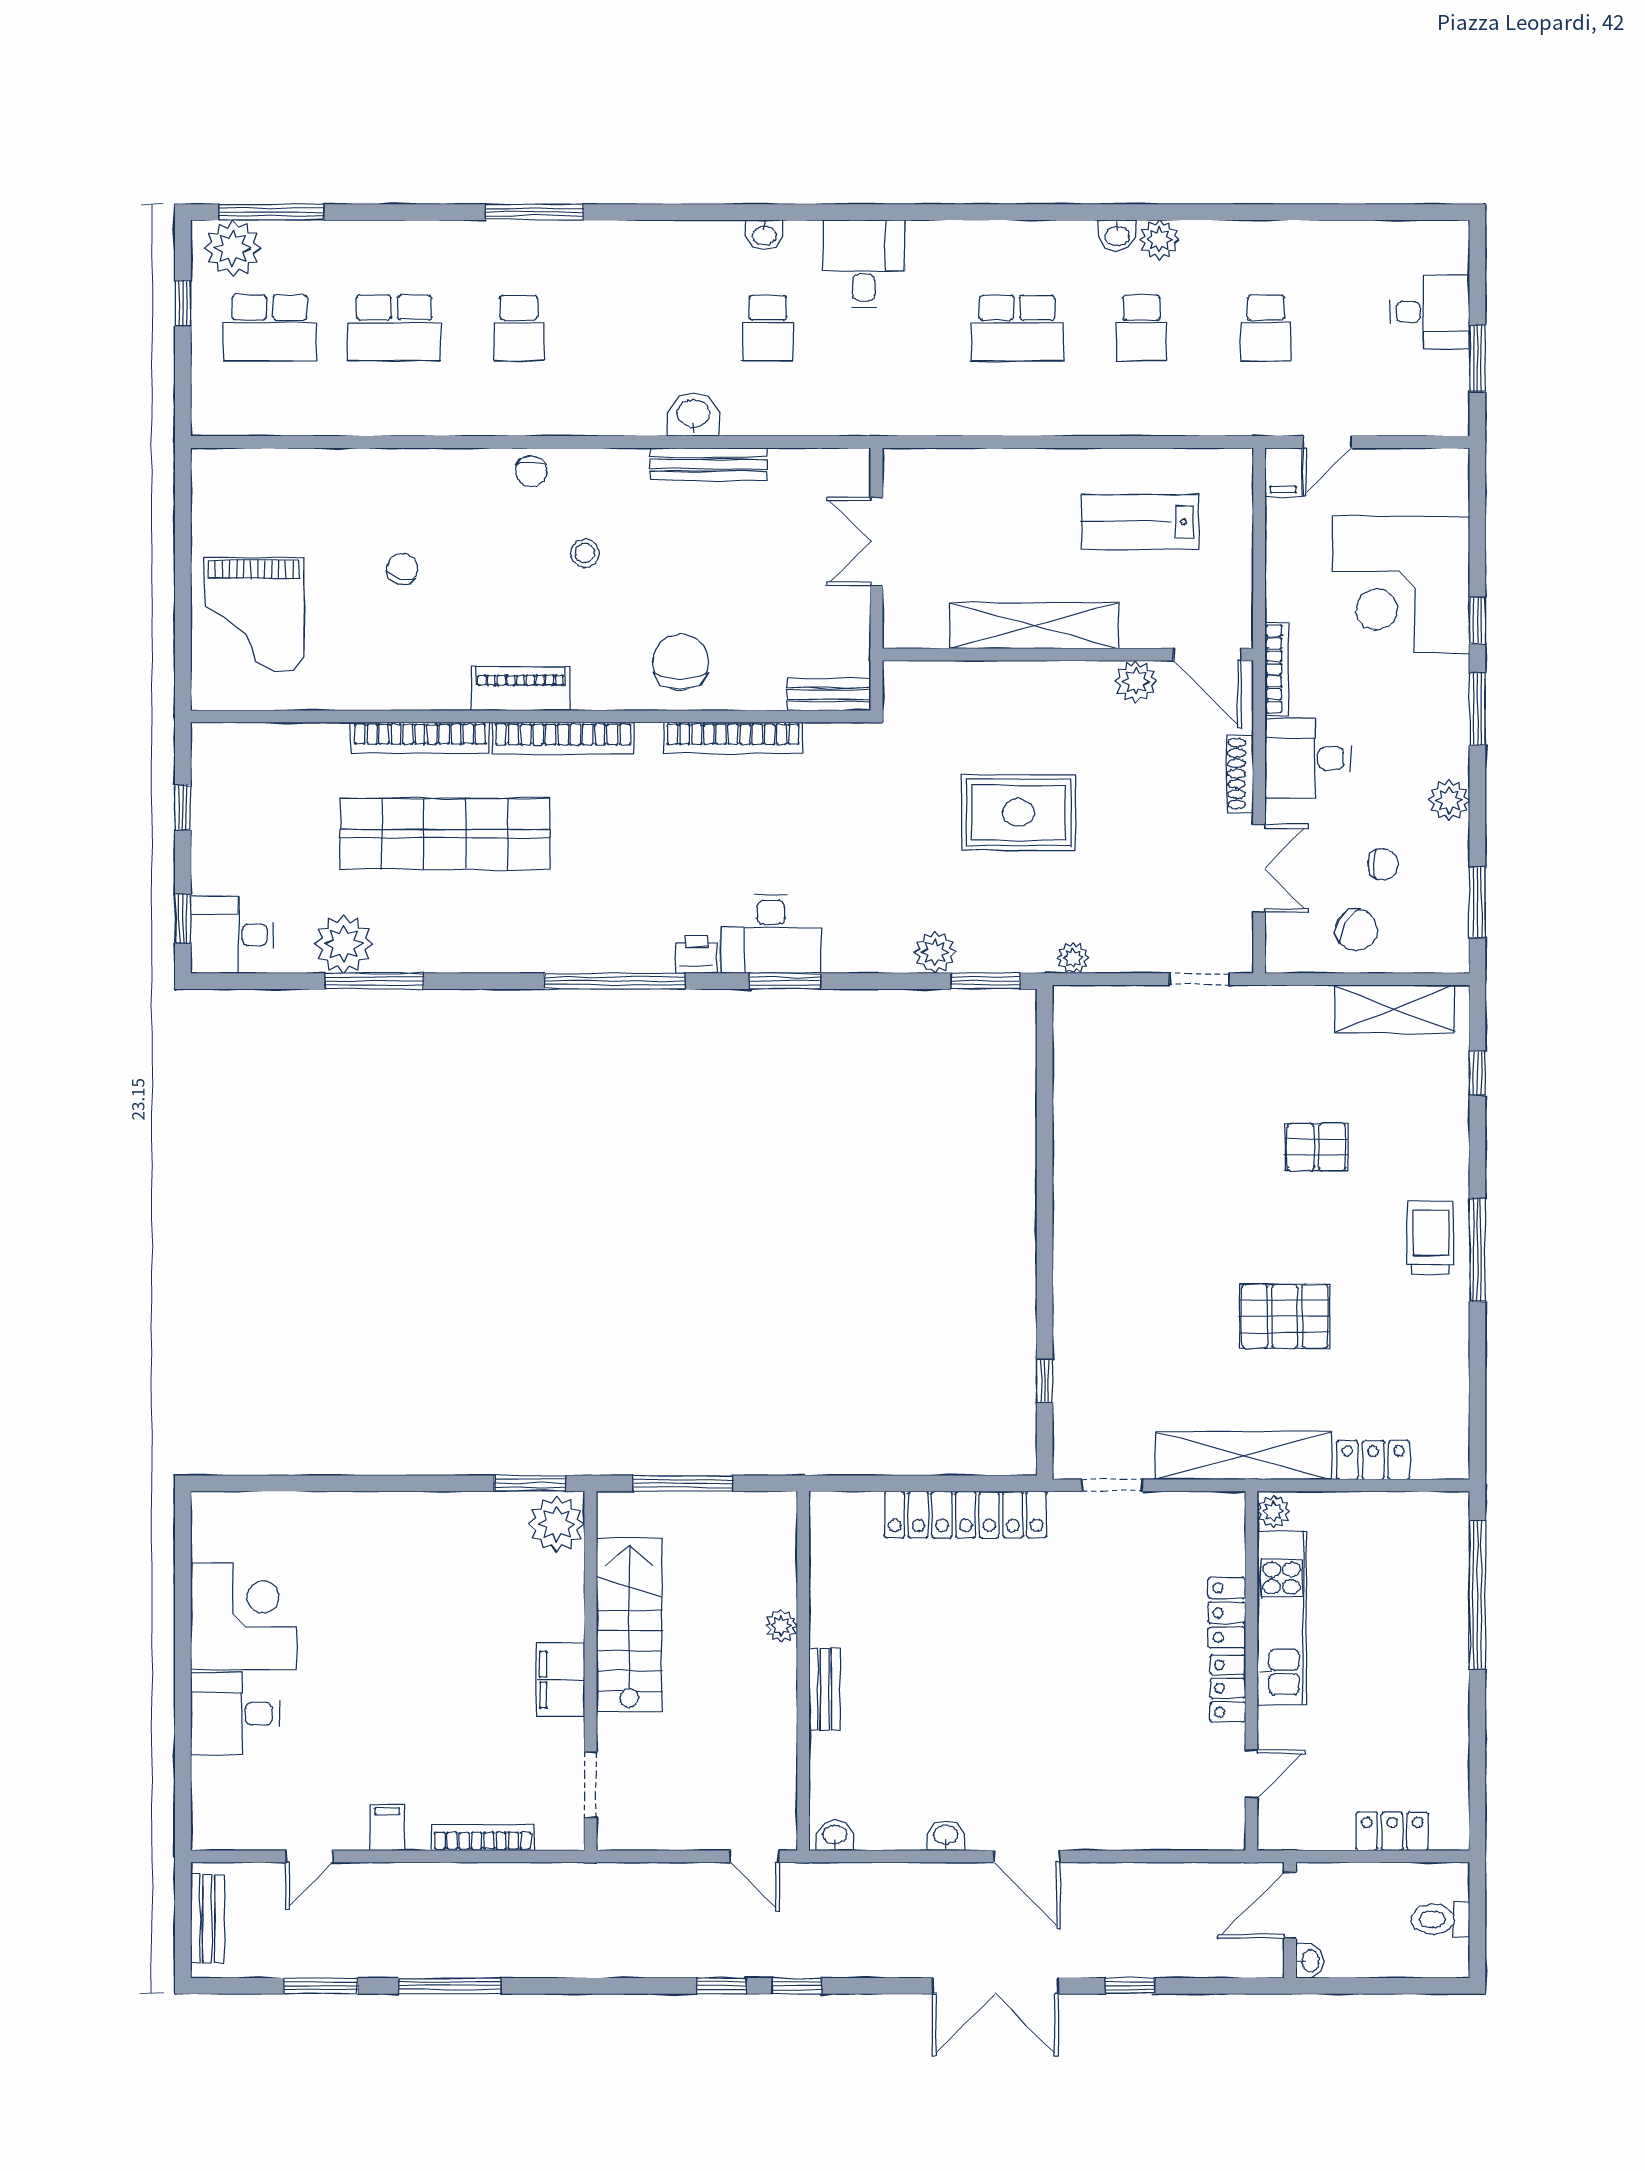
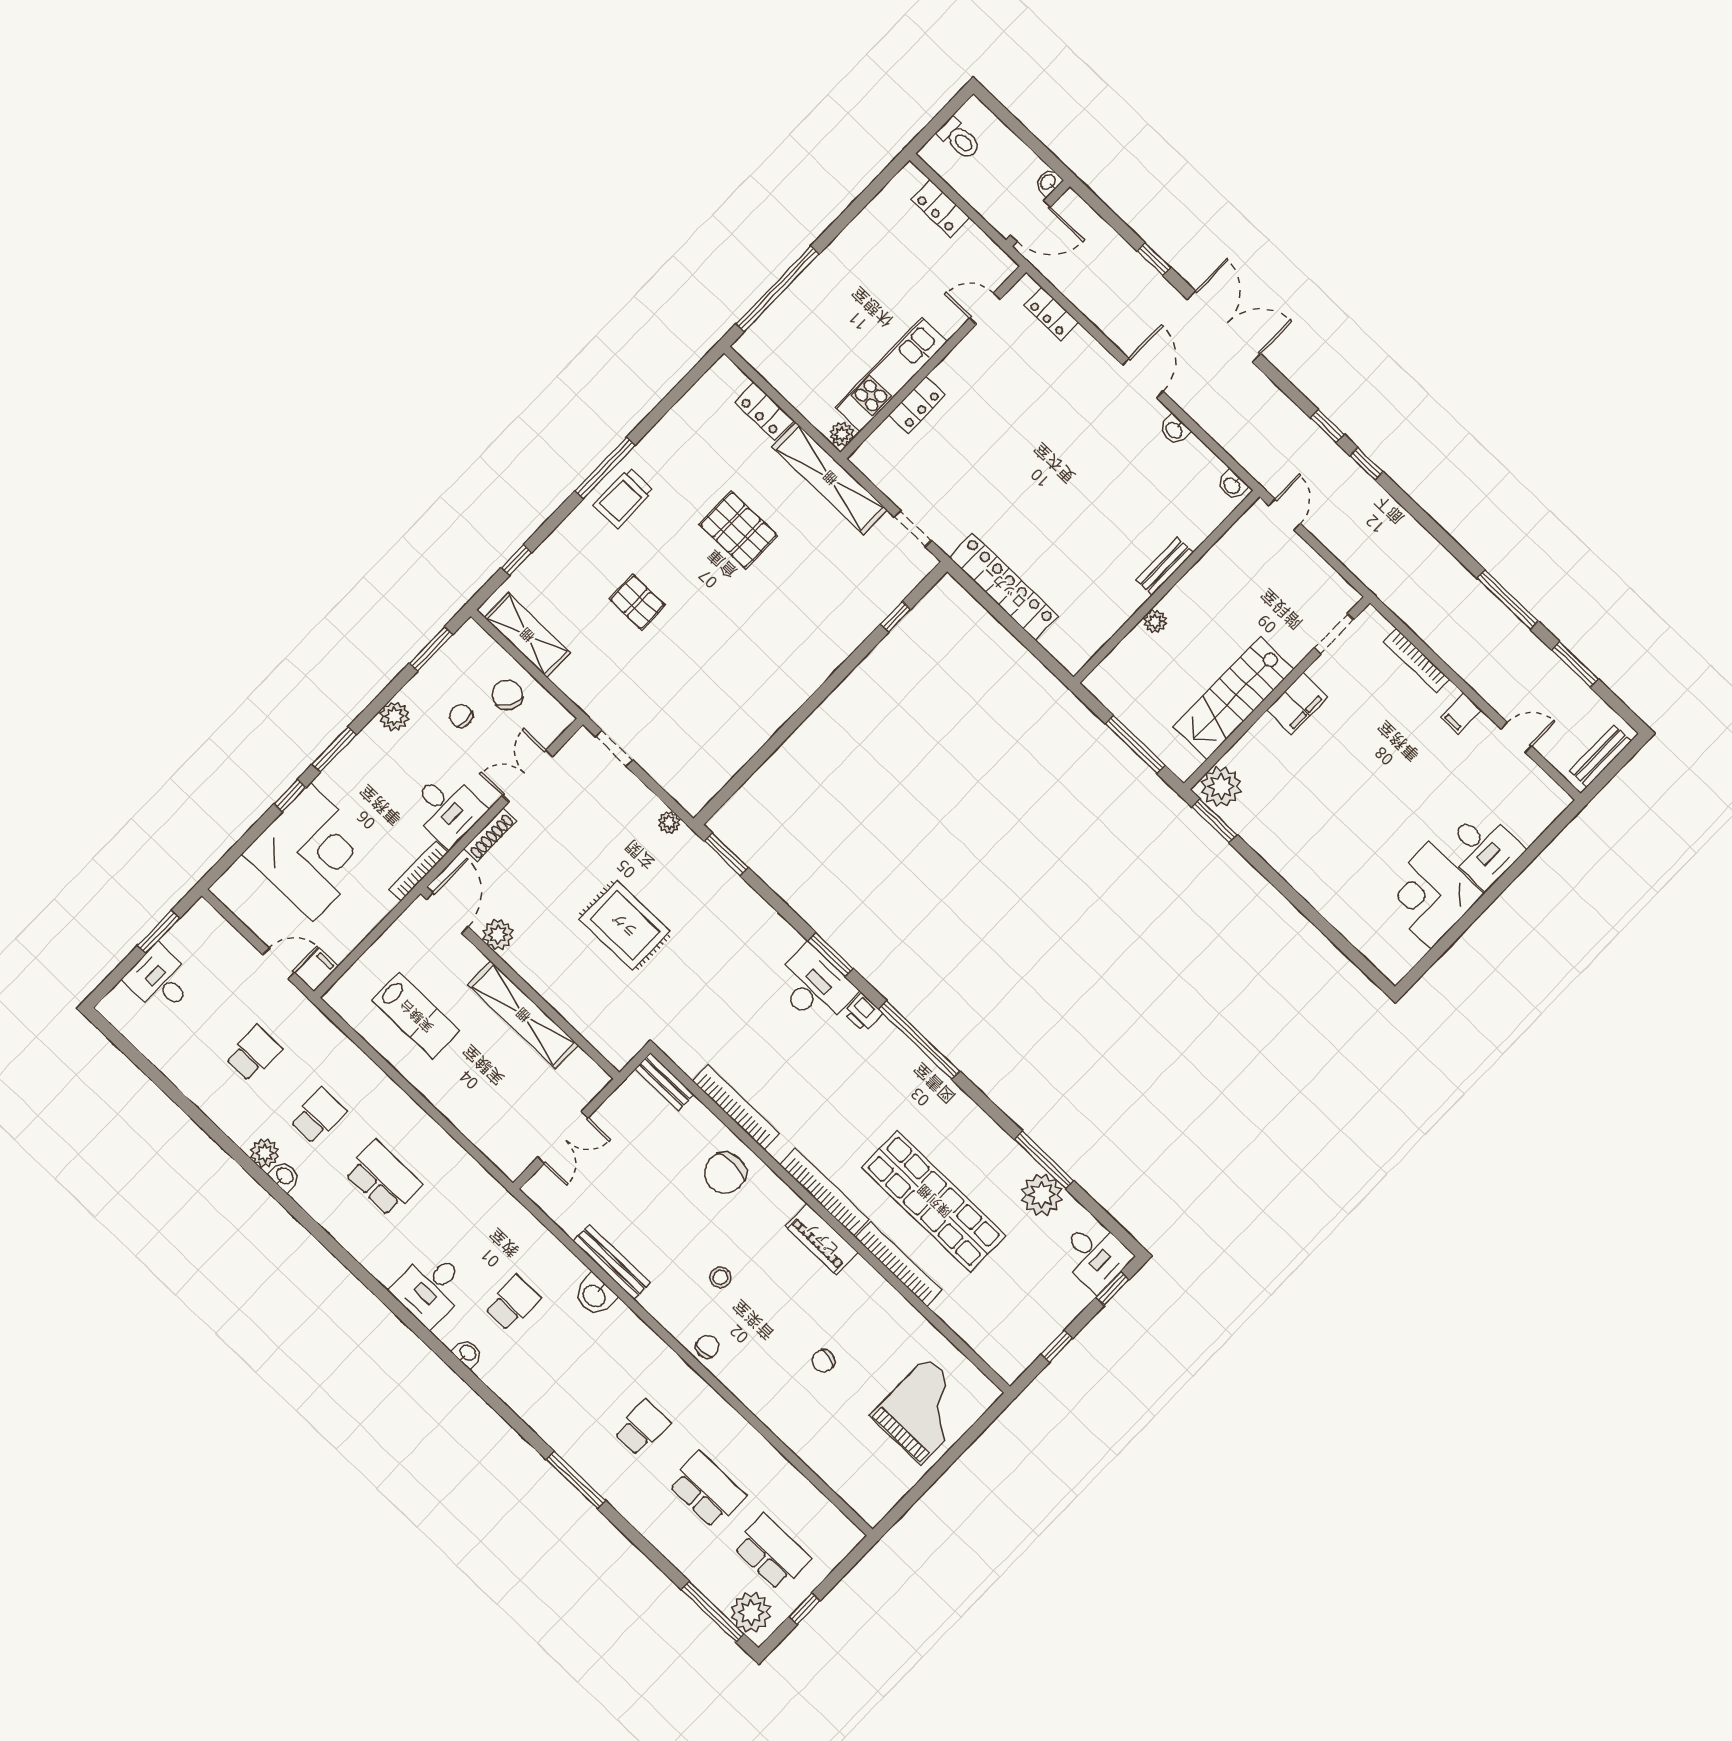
plant: (935, 952) -> (738, 894), removed
locker: (1228, 1688) -> (1051, 314), moved, turned 90

